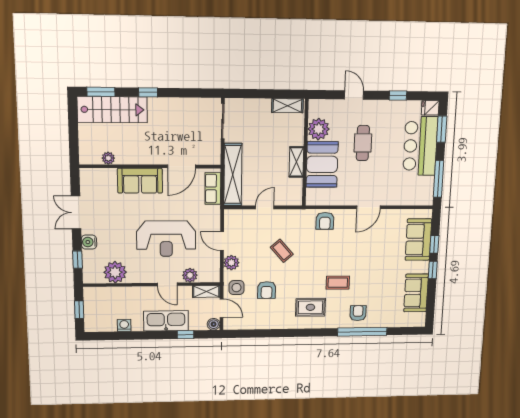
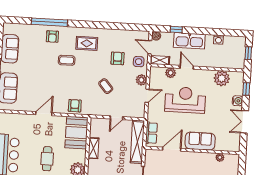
booth: (322, 164) -> (77, 133), moved
double door: (76, 213) -> (244, 122), swing flipped
door: (222, 241) -> (147, 96), hinge flipped

